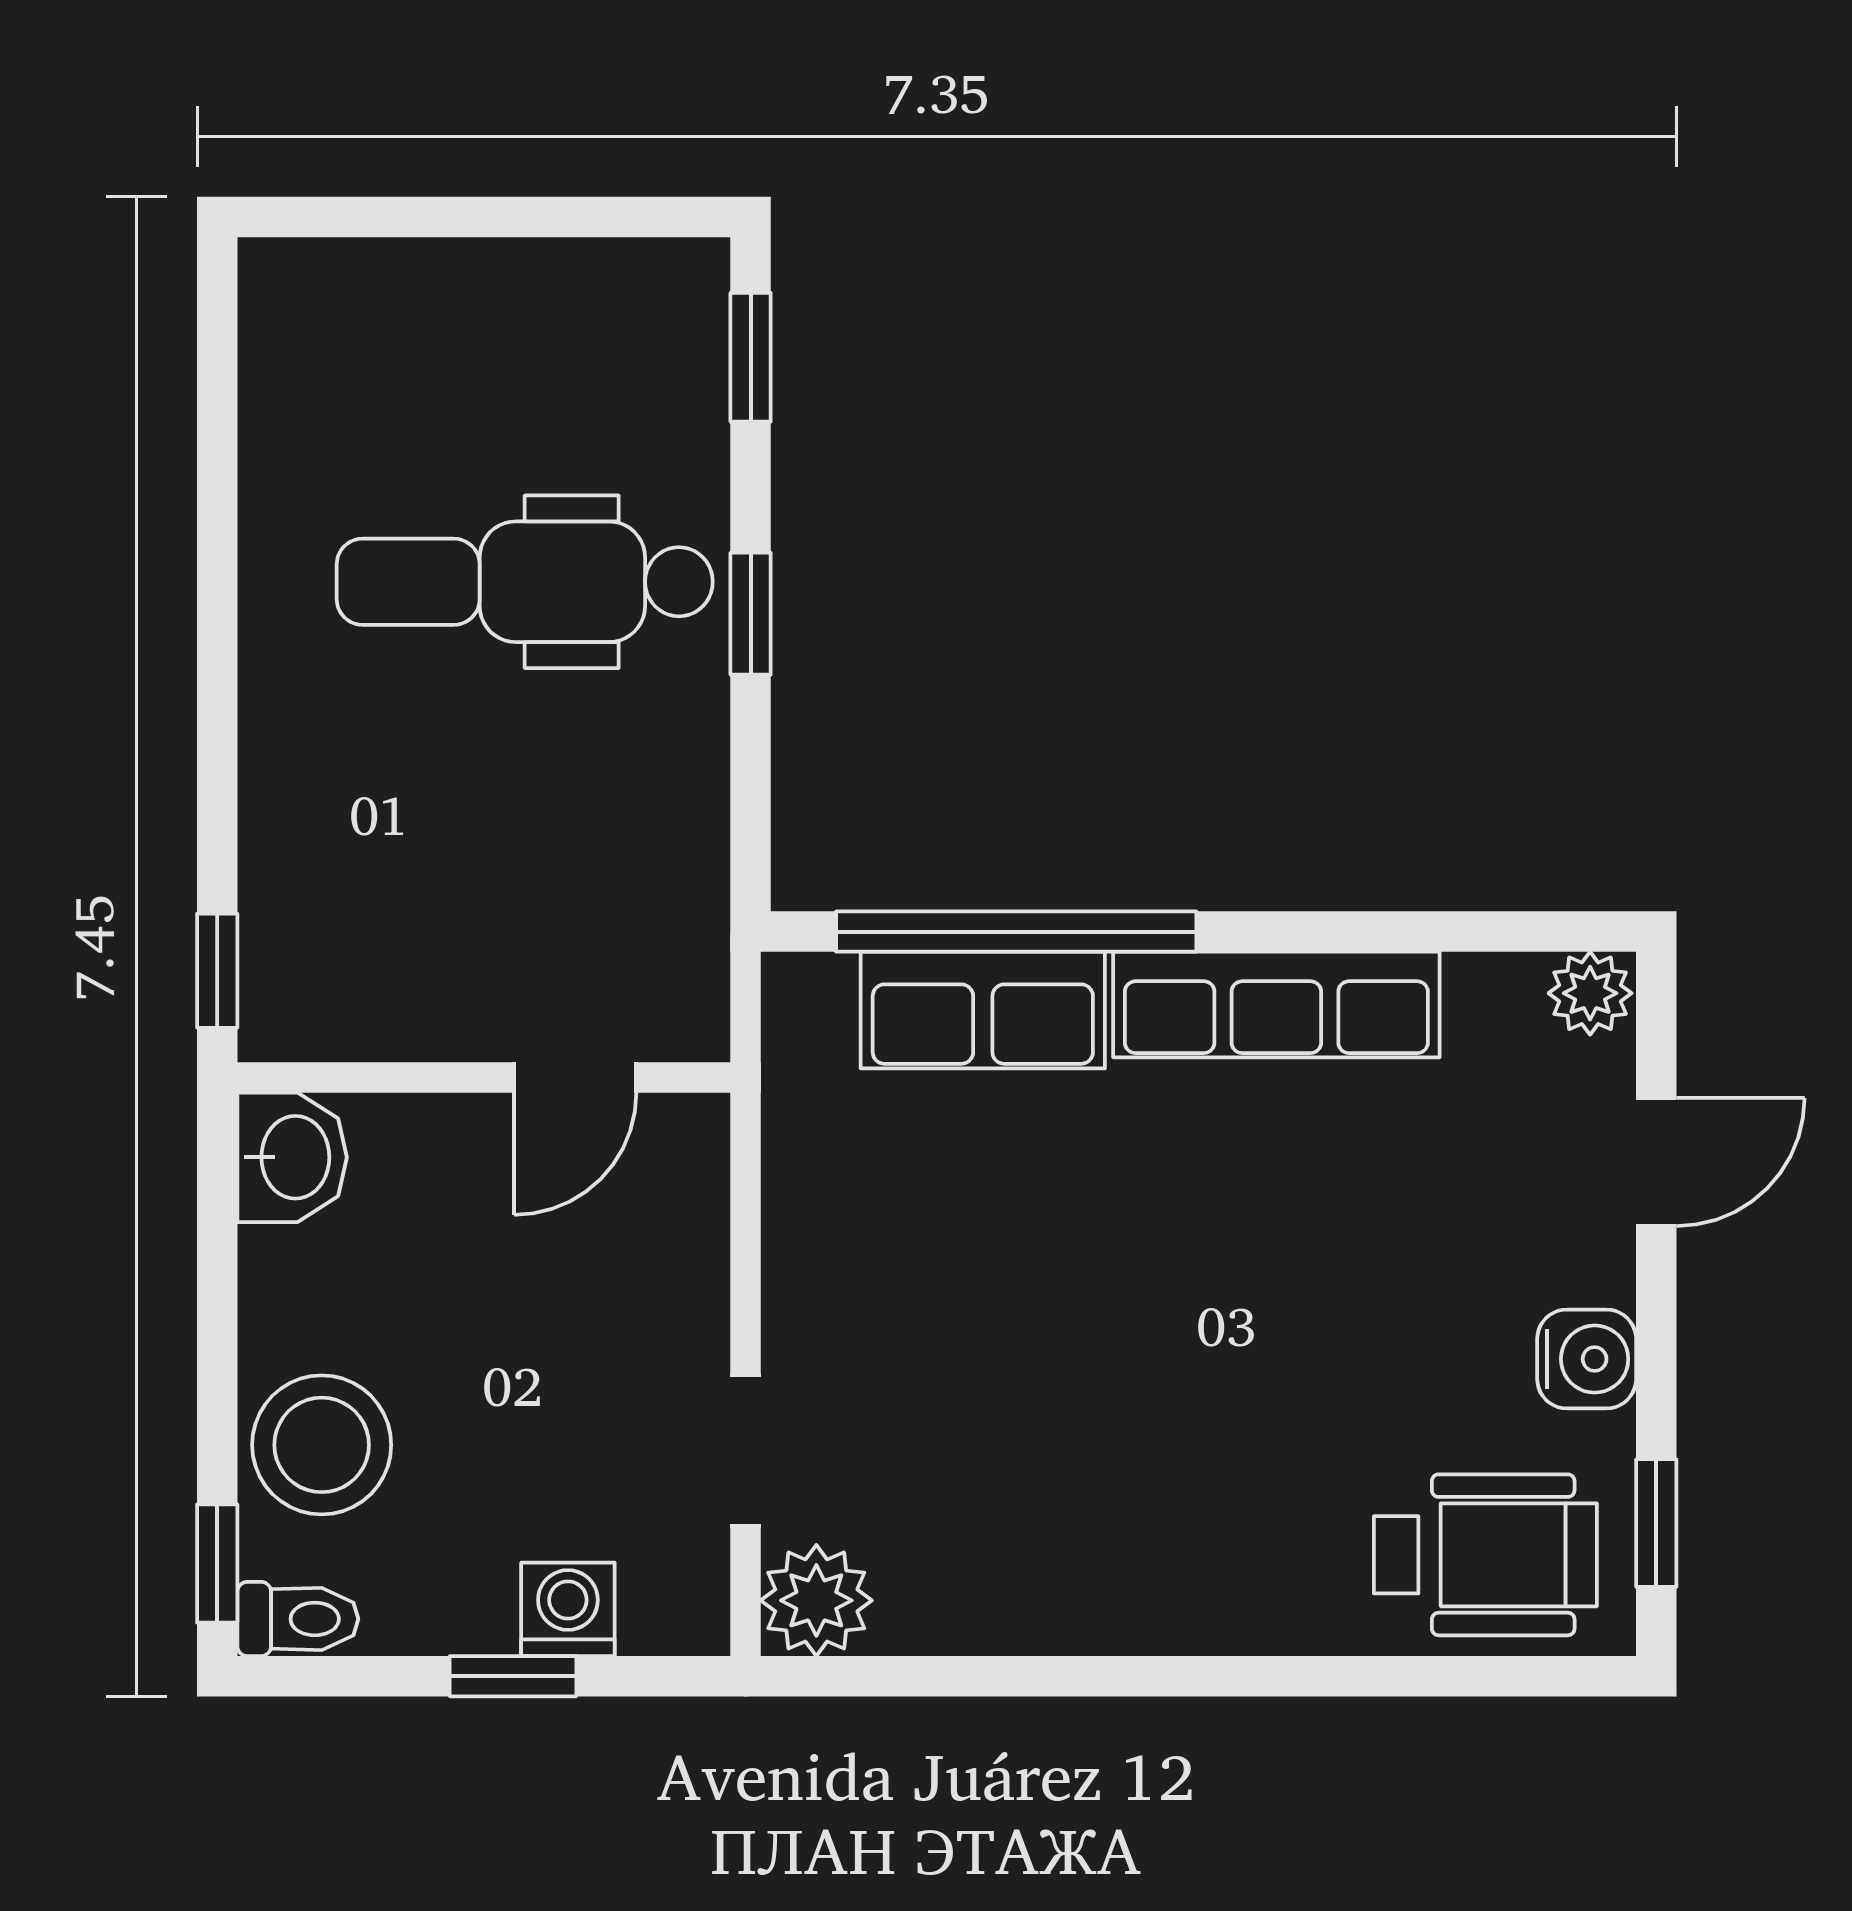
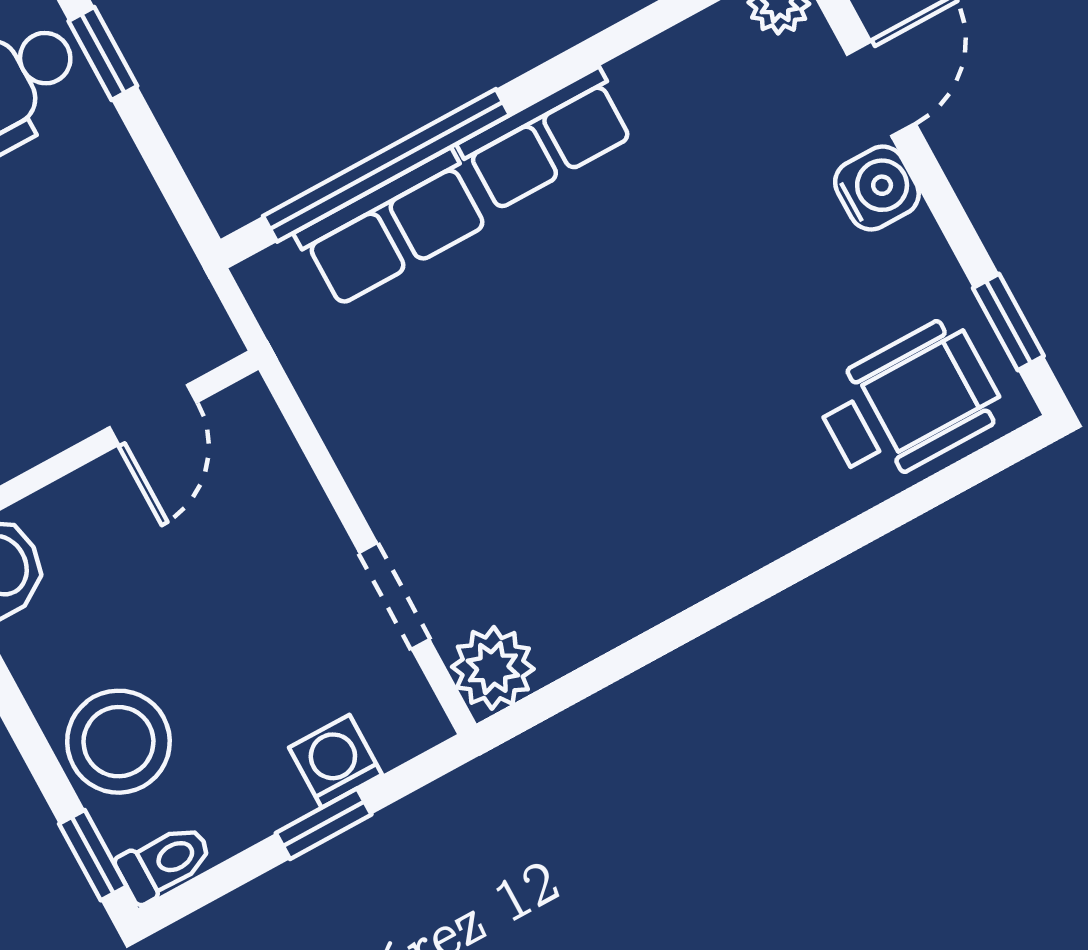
row of seats: (1276, 1004) -> (546, 139), width x0.68
water cooler: (1587, 1359) -> (877, 188), moved

